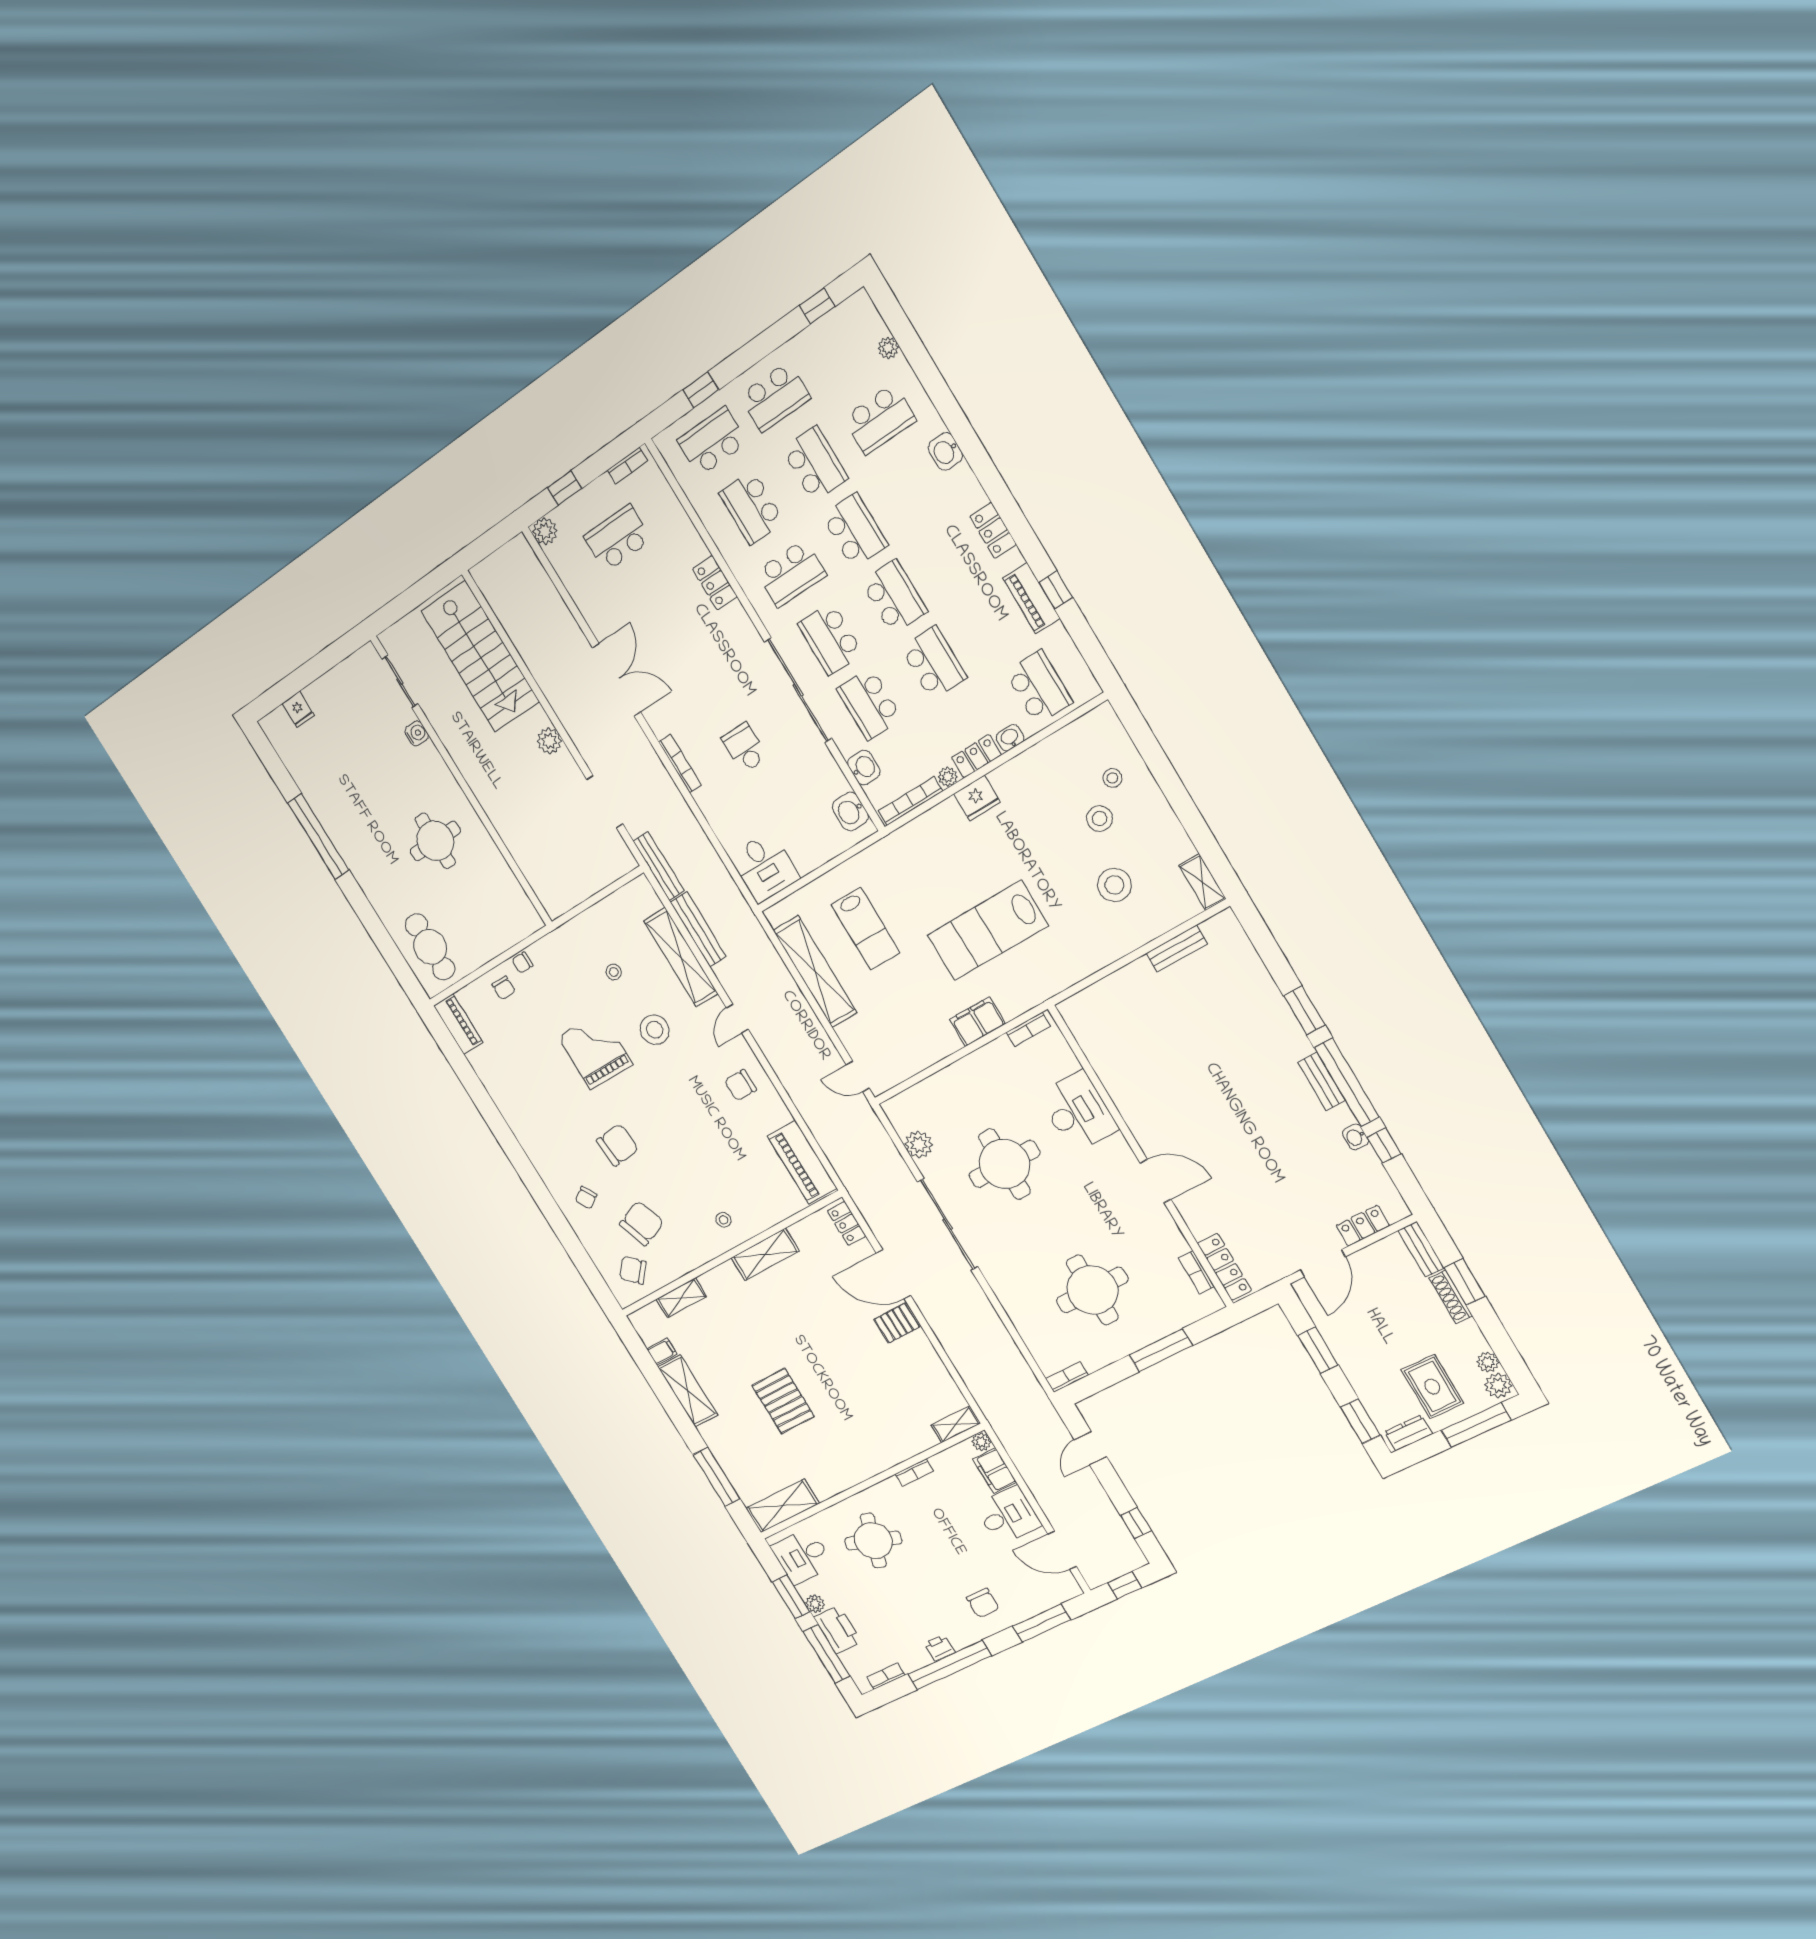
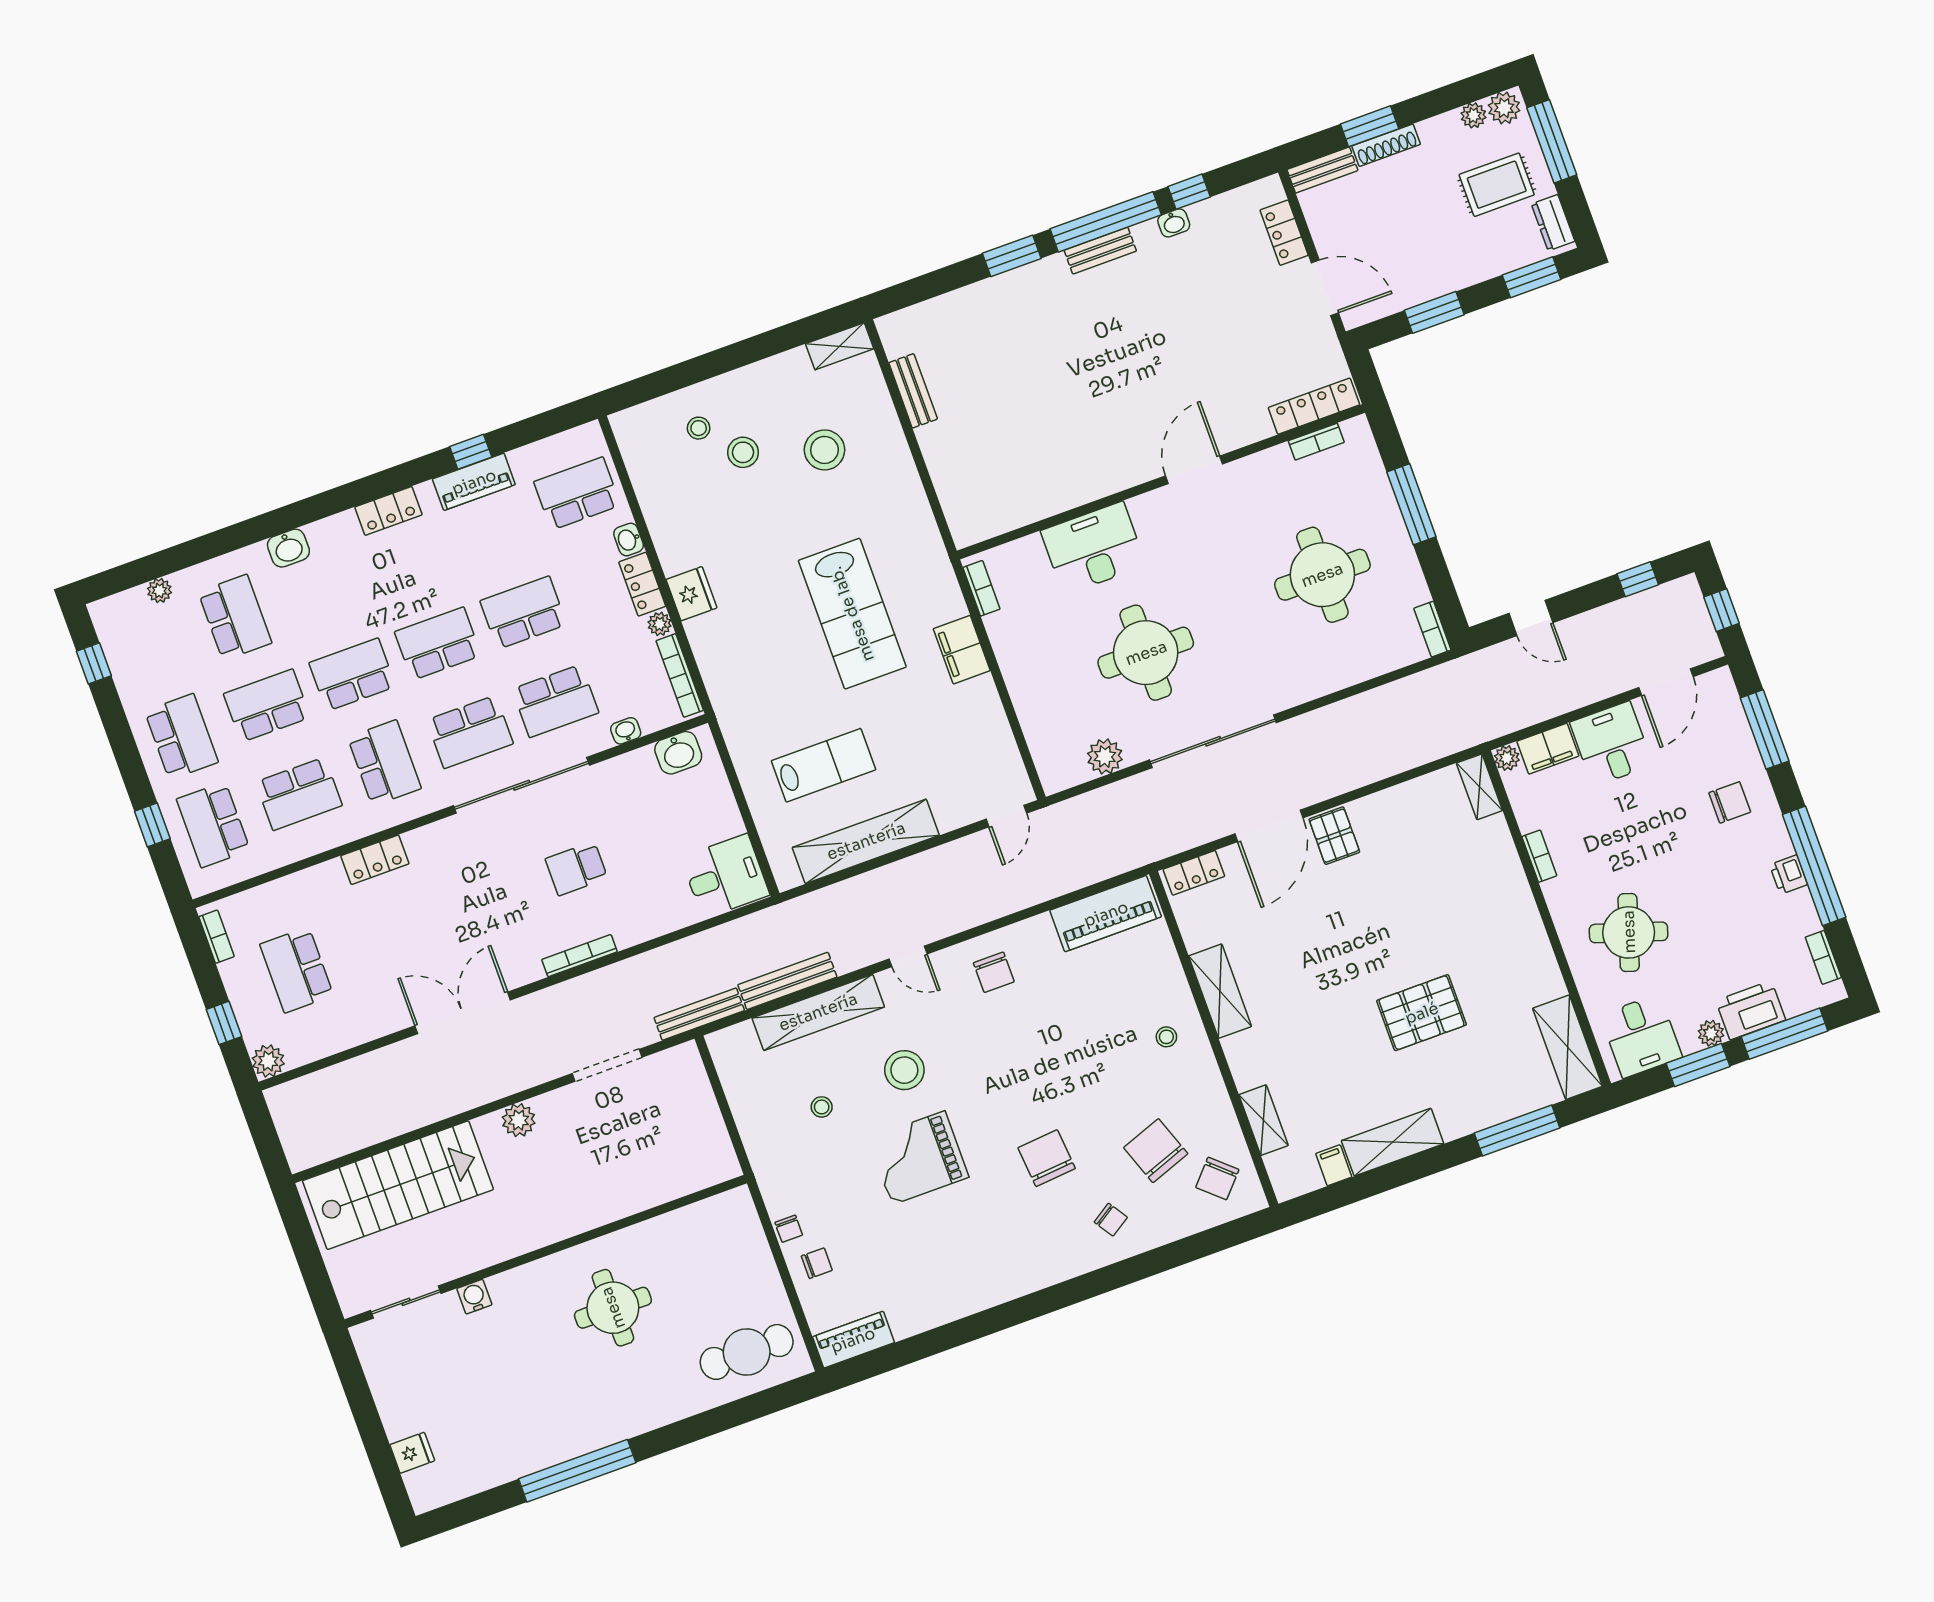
washbasin: (864, 768) -> (626, 731), width x0.72, depth x0.69

